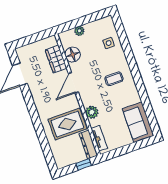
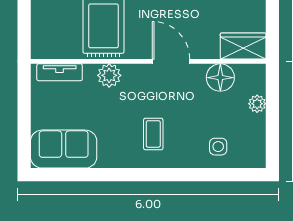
wardrobe: (56, 59) -> (243, 46), moved
dresser: (88, 145) -> (55, 50), removed
window: (84, 164) -> (24, 29), removed

